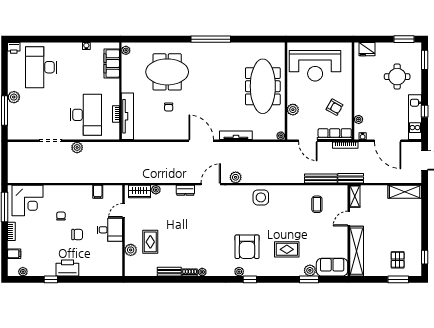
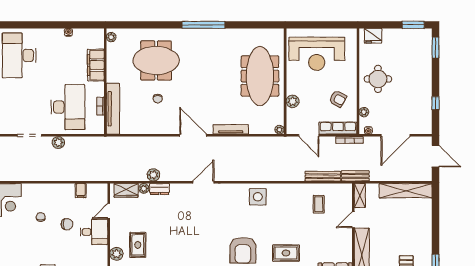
filing cabinet: (112, 63) -> (96, 65), moved
round table: (397, 77) -> (378, 79), moved
kitchen unit: (415, 117) -> (425, 110), removed
door: (388, 141) -> (395, 135), hinge flipped
plant: (236, 177) -> (153, 175), moved
dresser: (185, 190) -> (159, 189), moved
shelving: (405, 192) -> (406, 191), width x1.47
chair: (77, 234) -> (67, 224), moved

